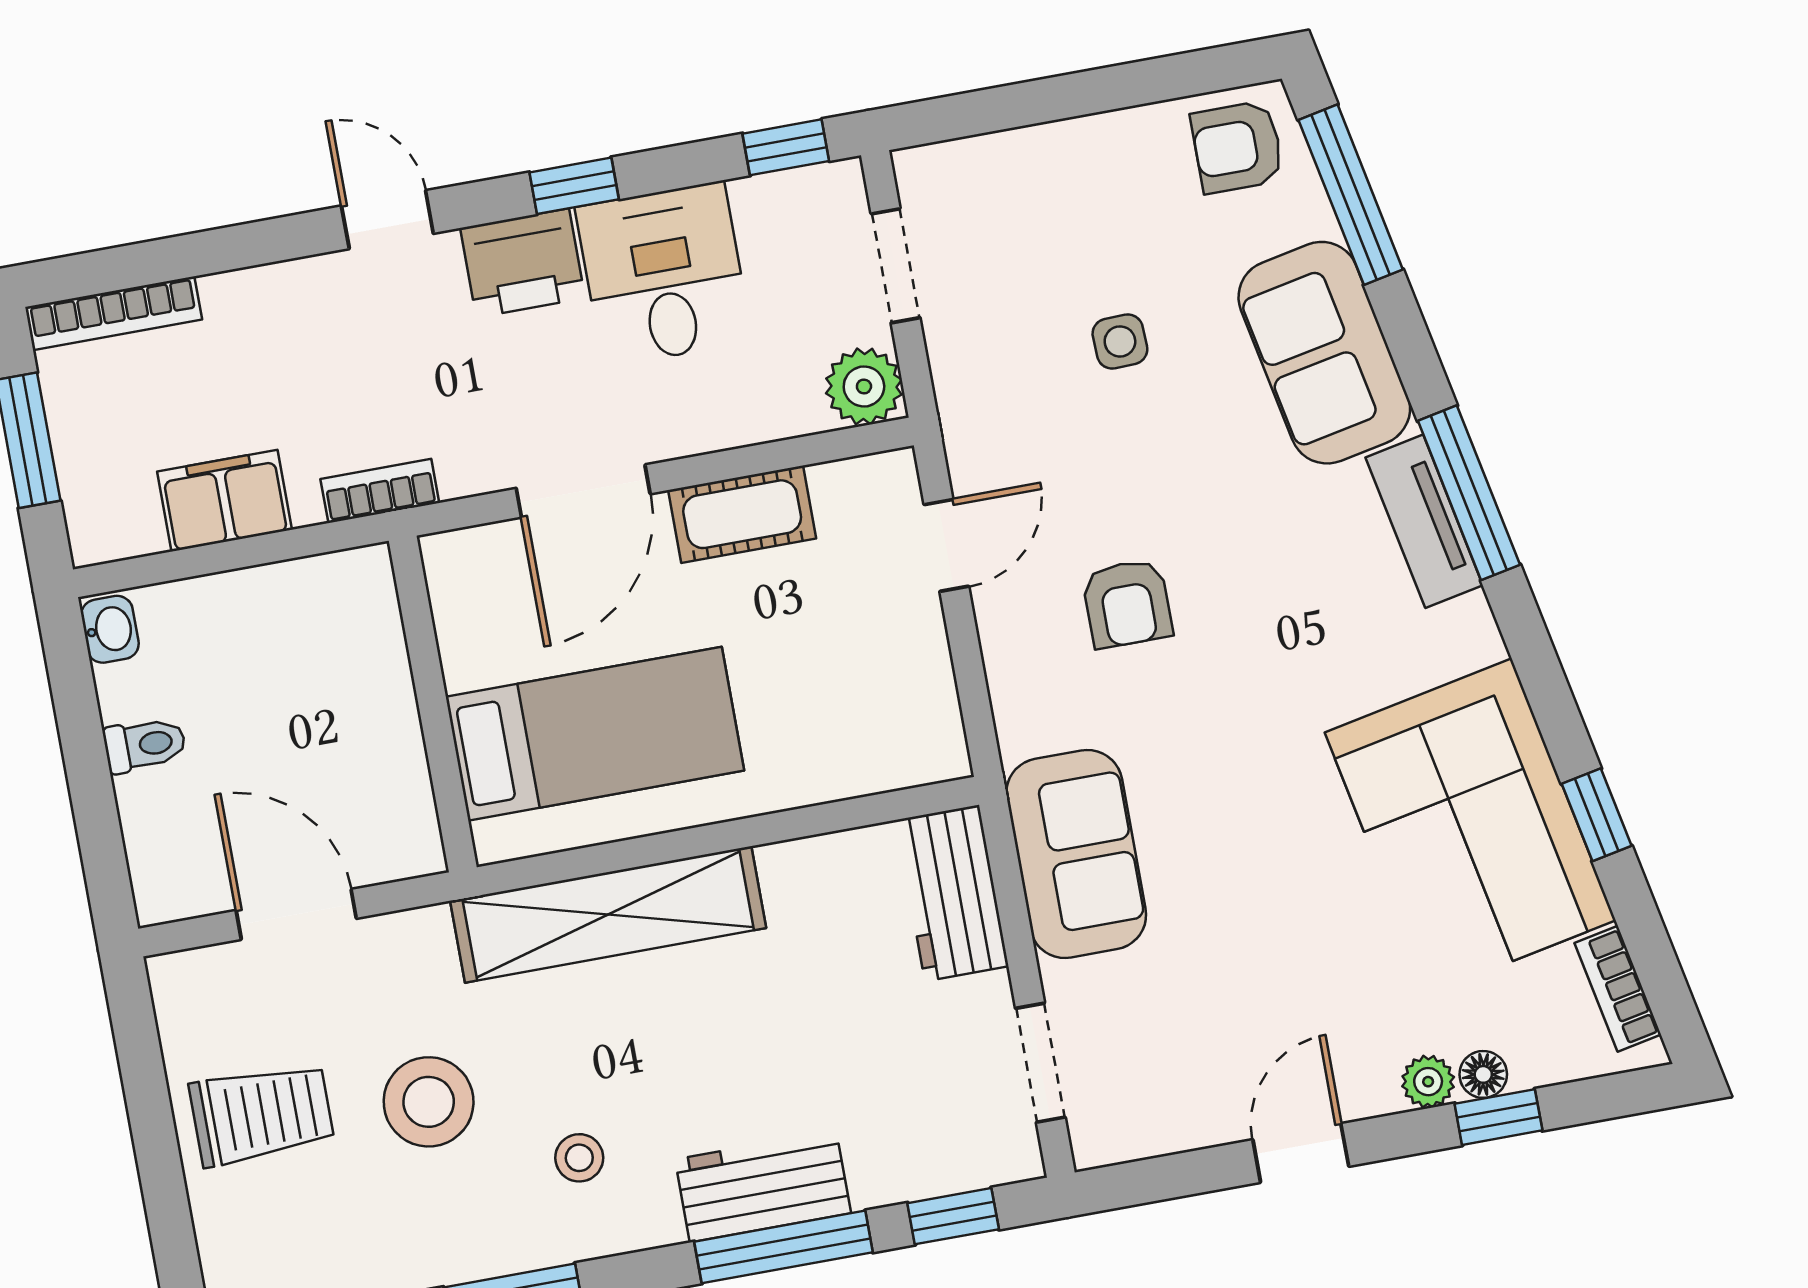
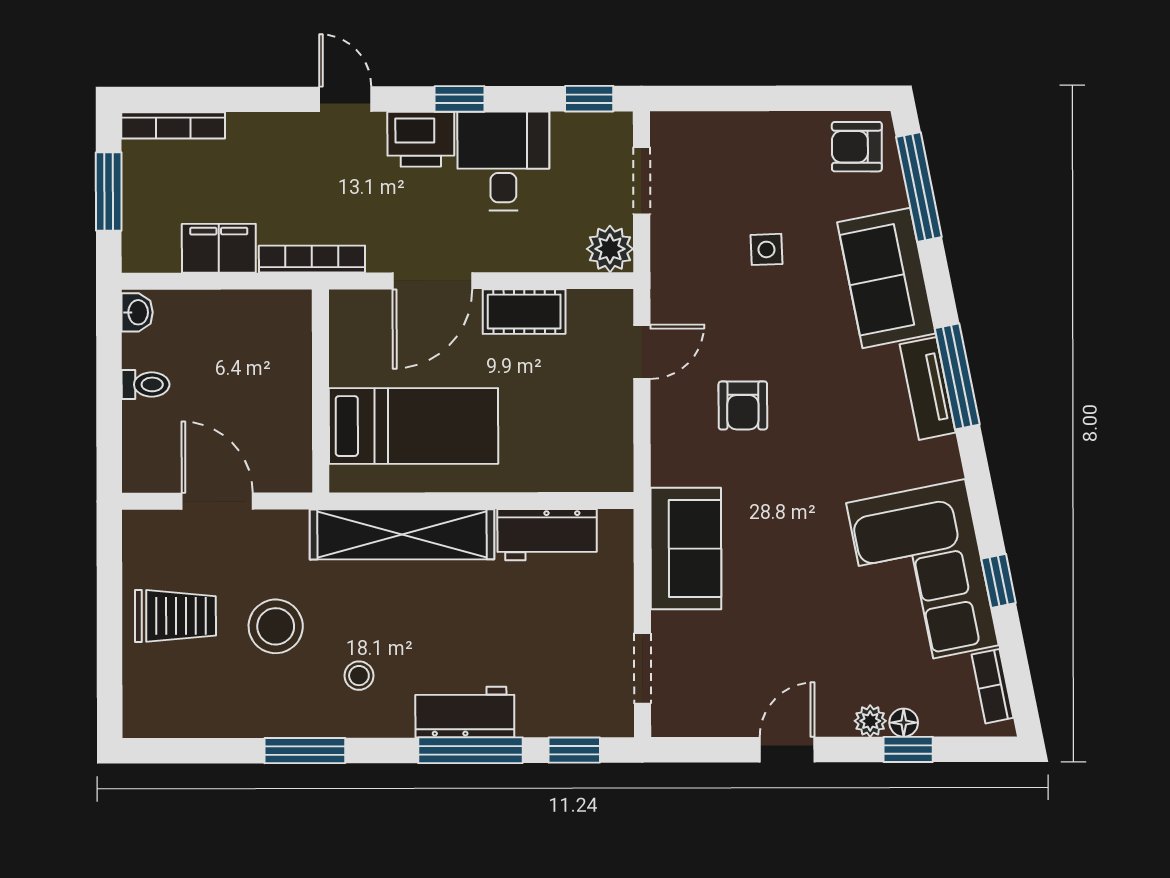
bookcase: (380, 491) -> (312, 259), width x1.56
workbench: (952, 893) -> (547, 535), moved, turned -90

